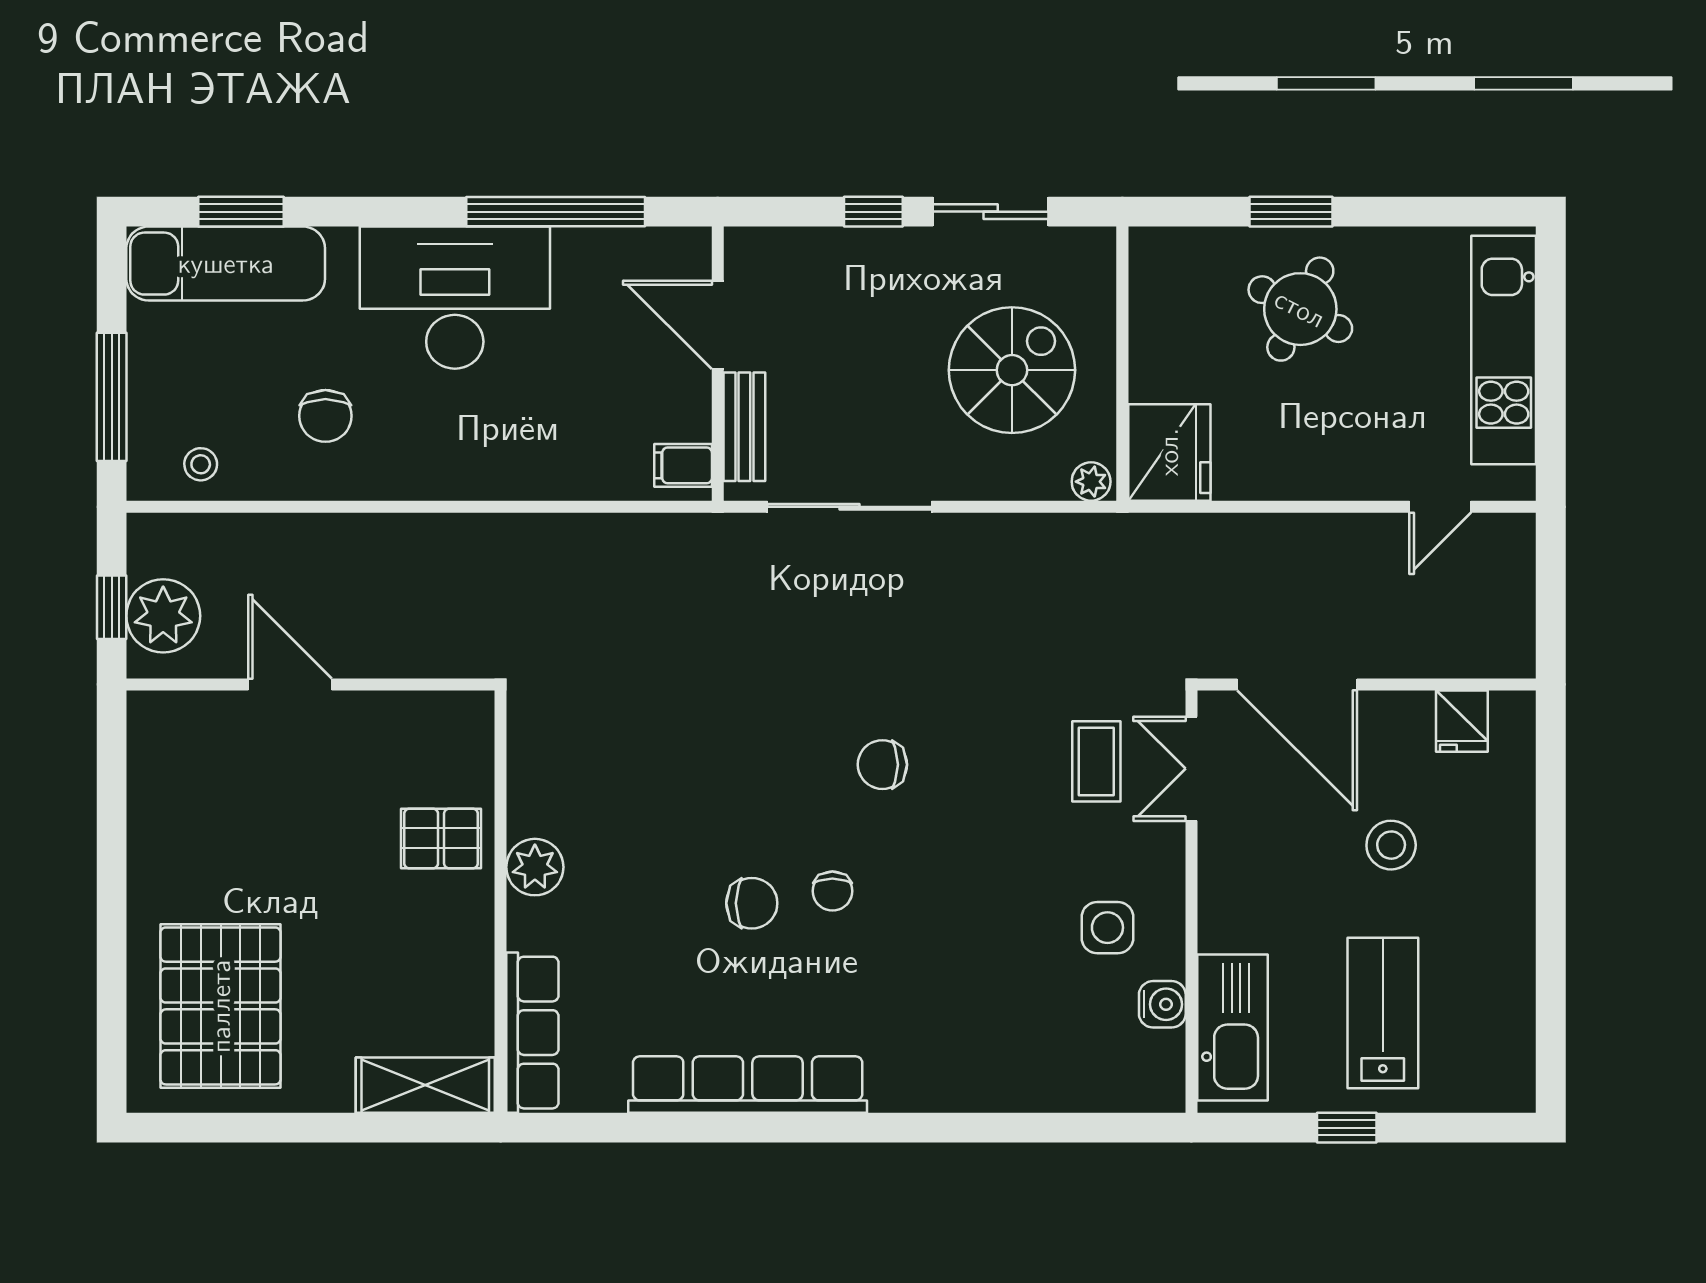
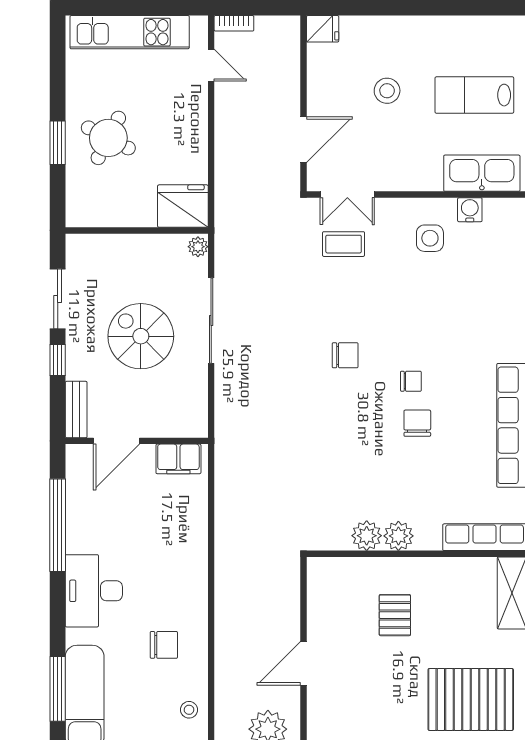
window: (241, 212) -> (58, 689), width x1.44
desk: (455, 298) -> (94, 591), width x0.73, depth x0.77
spiral stairs: (1012, 370) -> (141, 336), moved
bench: (744, 427) -> (76, 410), moved, turned 90
filing cabinet: (683, 465) -> (178, 459), width x2.00
sliding door: (850, 507) -> (211, 321), moved
bookcase: (1521, 551) -> (234, 23), added
door: (1297, 684) -> (304, 140), width x0.73
fridge: (1462, 721) -> (323, 29), moved
chair: (882, 765) -> (345, 355), turned -90
plant: (535, 806) -> (367, 536), added
pallet: (441, 838) -> (395, 615), moved

